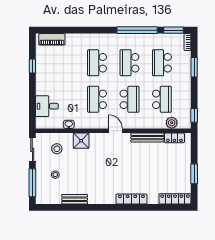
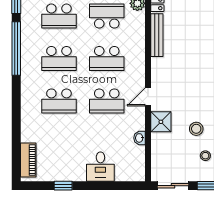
school desk: (129, 99) -> (107, 59), turned 180
desk: (47, 106) -> (100, 167), moved
door: (115, 131) -> (148, 97), moved
stool: (57, 149) -> (196, 129), moved

